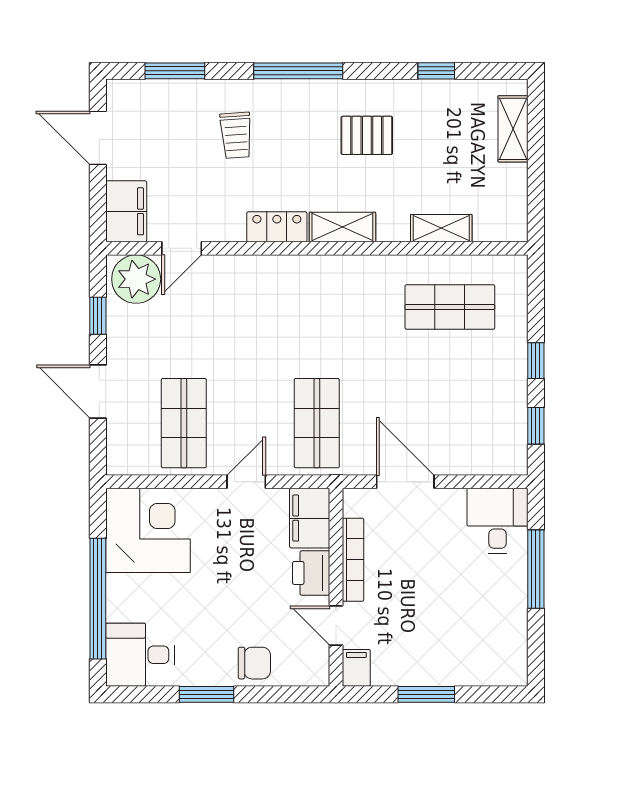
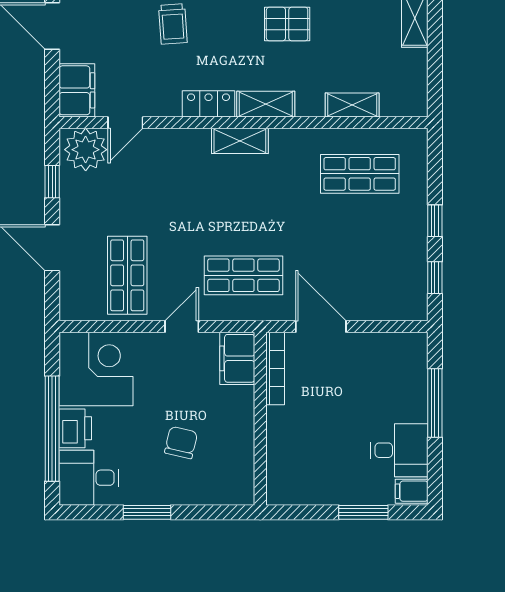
shelving: (313, 269) -> (240, 141), added
shop shelf: (317, 423) -> (243, 275), turned 90
desk: (498, 521) -> (399, 450), moved, turned 90
bookcase: (353, 560) -> (275, 369), moved
printer: (311, 573) -> (75, 428), moved, turned 180
door: (336, 626) -> (260, 452), removed
chair: (254, 663) -> (181, 443), moved, turned -77
filing cabinet: (356, 668) -> (412, 491), moved, turned -90
window: (426, 694) -> (363, 512), moved

